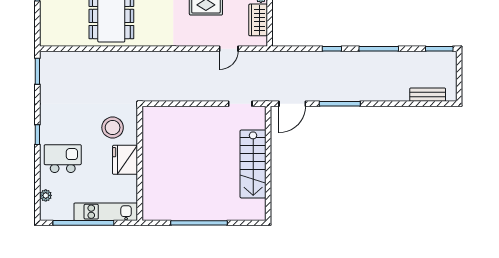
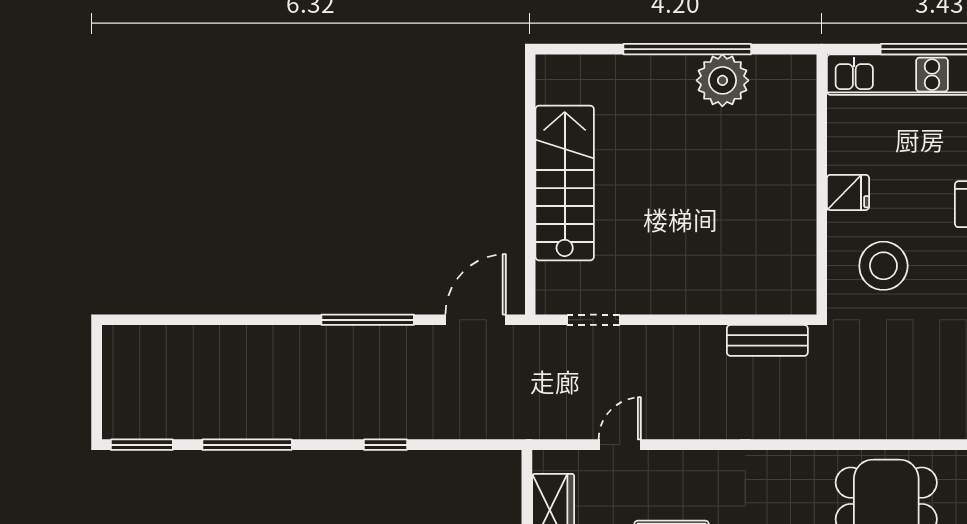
window: (379, 49) -> (247, 445), moved
bench: (428, 95) -> (767, 340), moved
fridge: (125, 160) -> (848, 192), width x0.53, depth x0.75
plant: (183, 209) -> (722, 80), added

